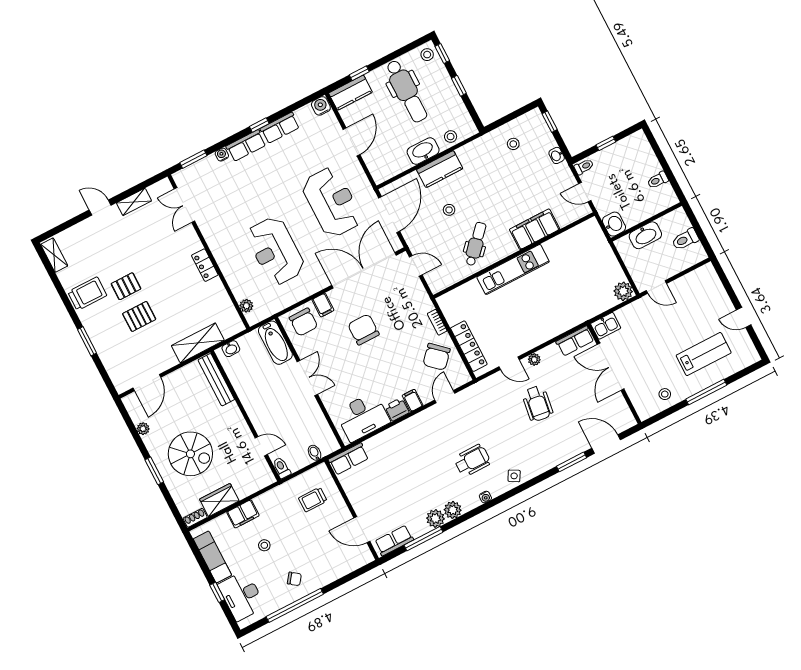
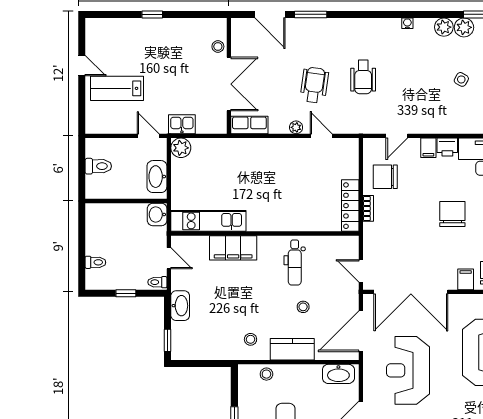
stool: (513, 144) -> (251, 339), moved
washbasin: (423, 151) -> (338, 374), moved
washbasin: (557, 155) -> (180, 306), width x1.91, depth x1.45
toilet: (658, 180) -> (95, 262), moved
washbasin: (645, 235) -> (157, 177), moved, turned -90
dental chair: (476, 244) -> (295, 262), turned -43
kitchen unit: (513, 269) -> (208, 221), moved
kitchen sink: (606, 326) -> (182, 124), moved
chair: (363, 329) -> (452, 214), moved, turned 180
locker: (469, 346) -> (350, 206), moved
lab bench: (704, 354) -> (117, 88), moved
chair: (437, 357) -> (385, 177), turned -132
window: (706, 392) -> (152, 14), width x0.46
stool: (665, 394) -> (218, 46), moved
wheelchair: (472, 460) -> (363, 77), moved, turned -90
side table: (514, 476) -> (461, 79), moved

